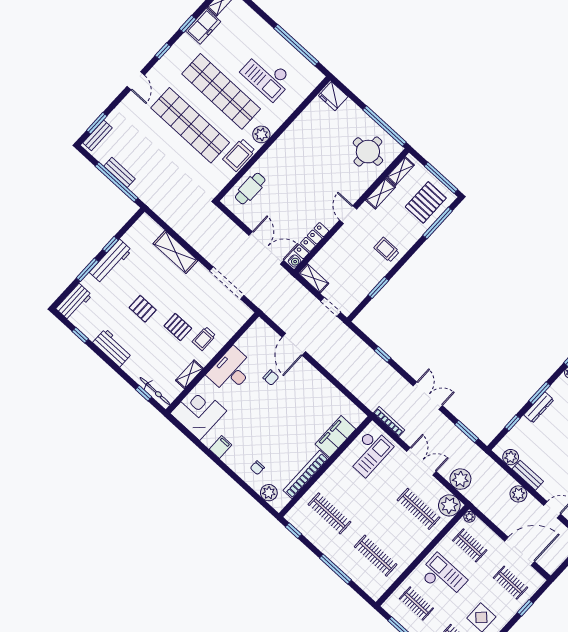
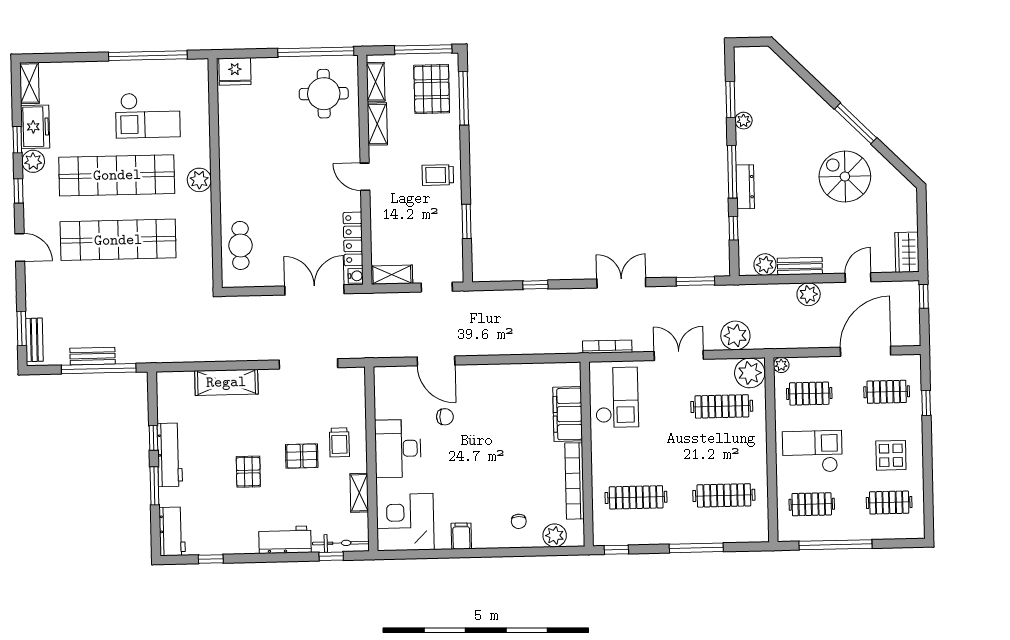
plant: (185, 43) -> (33, 161), added
trolley: (239, 155) -> (196, 222), removed
pallet: (143, 309) -> (248, 472), turned 90
workbench: (112, 348) -> (285, 540), moved
window: (540, 393) -> (732, 172), width x1.44

